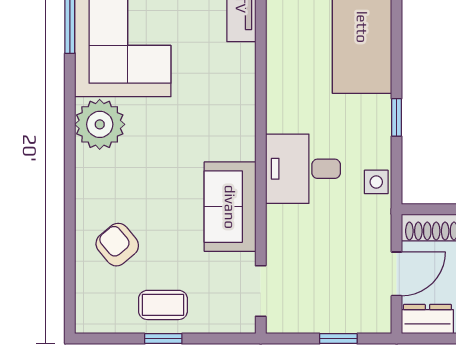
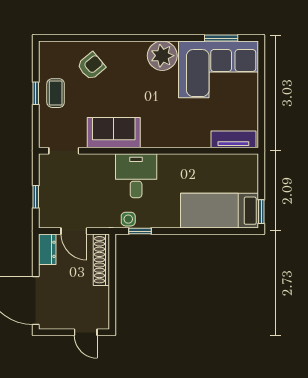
window: (397, 117) -> (140, 231), moved

